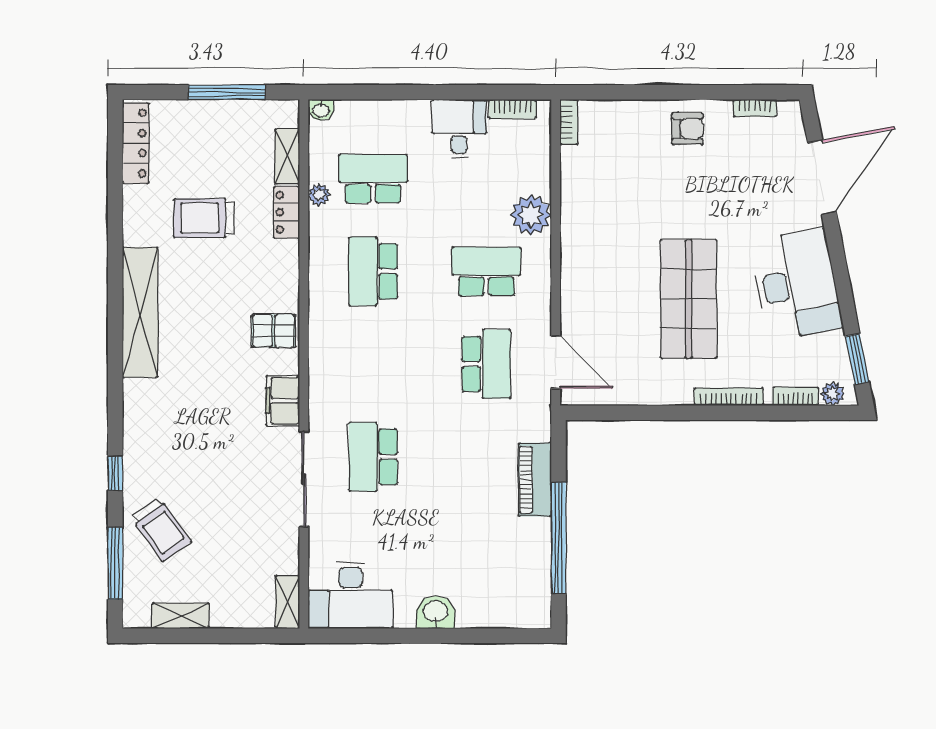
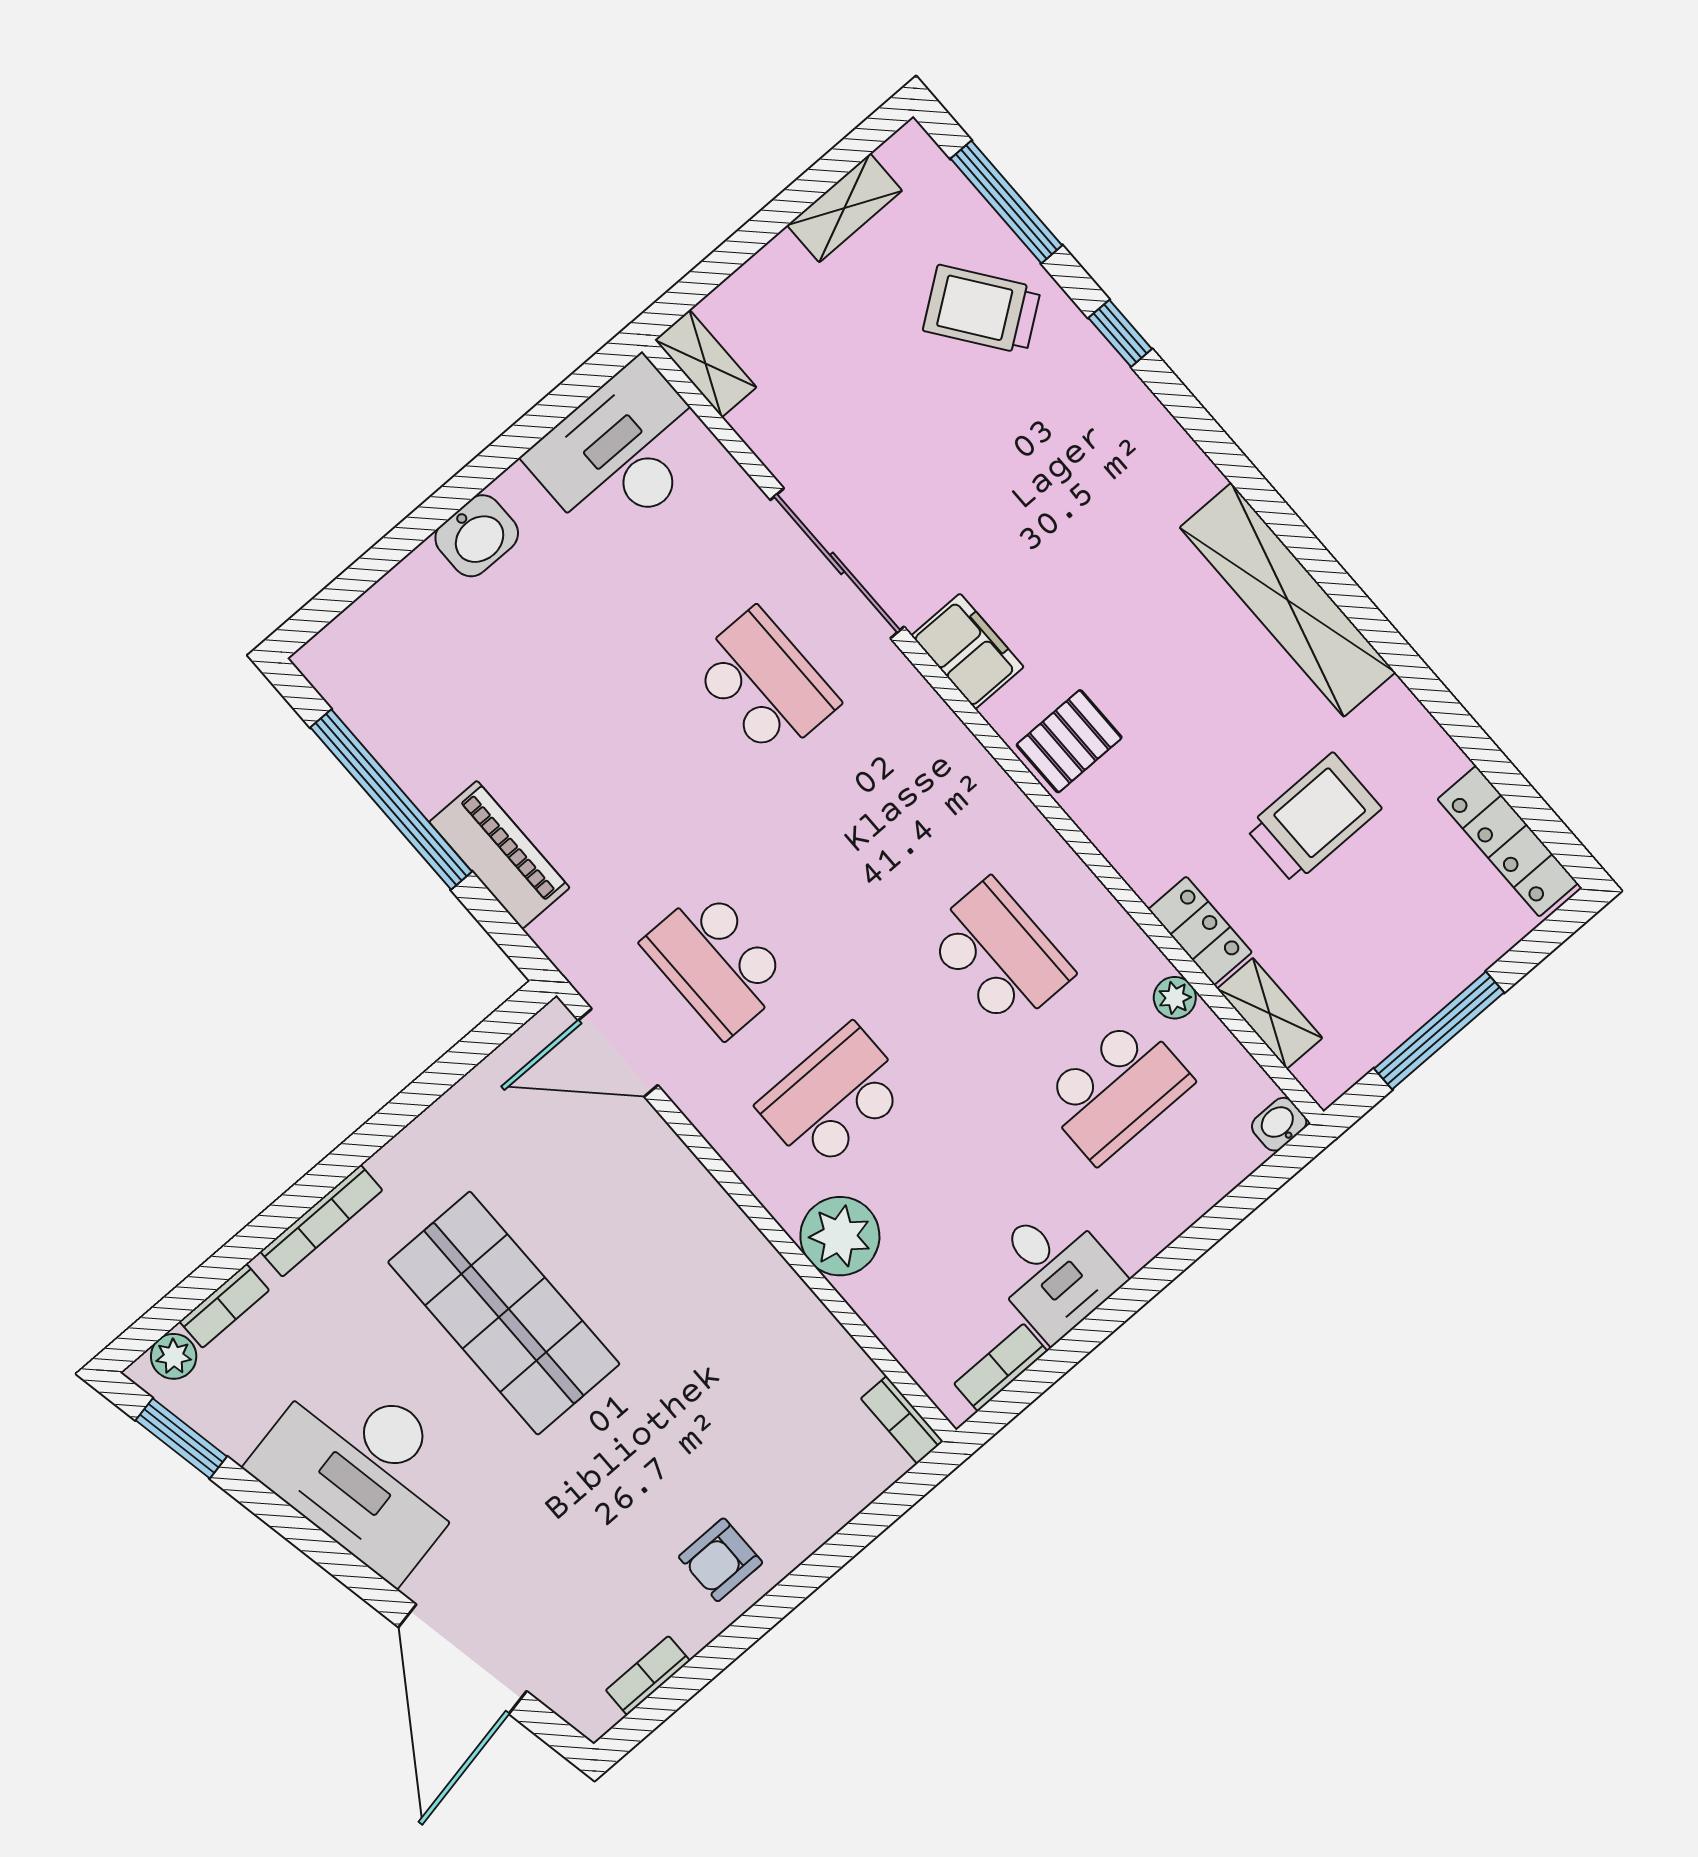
school desk: (486, 271) -> (834, 1098), turned 180

